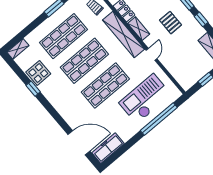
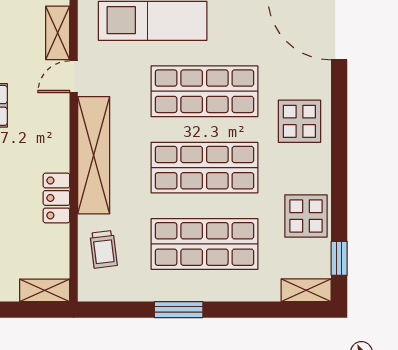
shelving: (139, 29) -> (58, 33), moved
window: (33, 89) -> (339, 258), moved
display table: (66, 102) -> (299, 121), added

